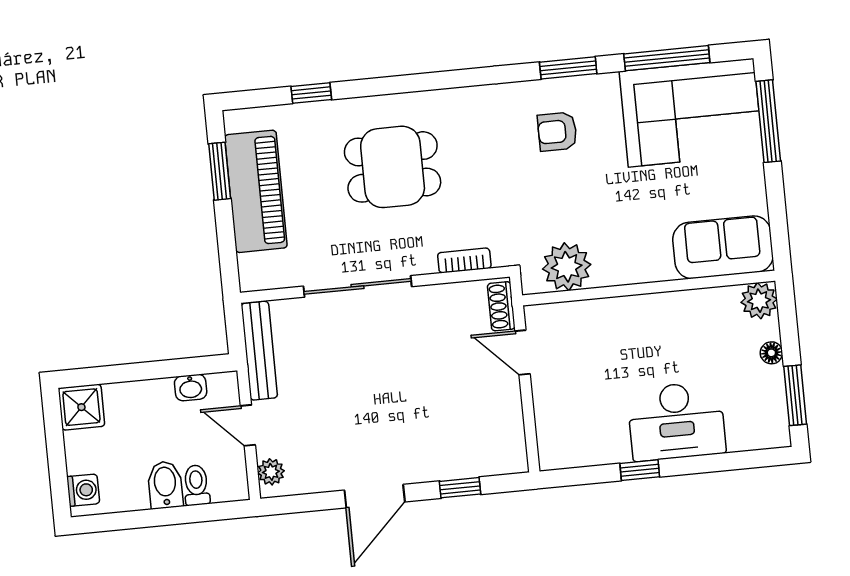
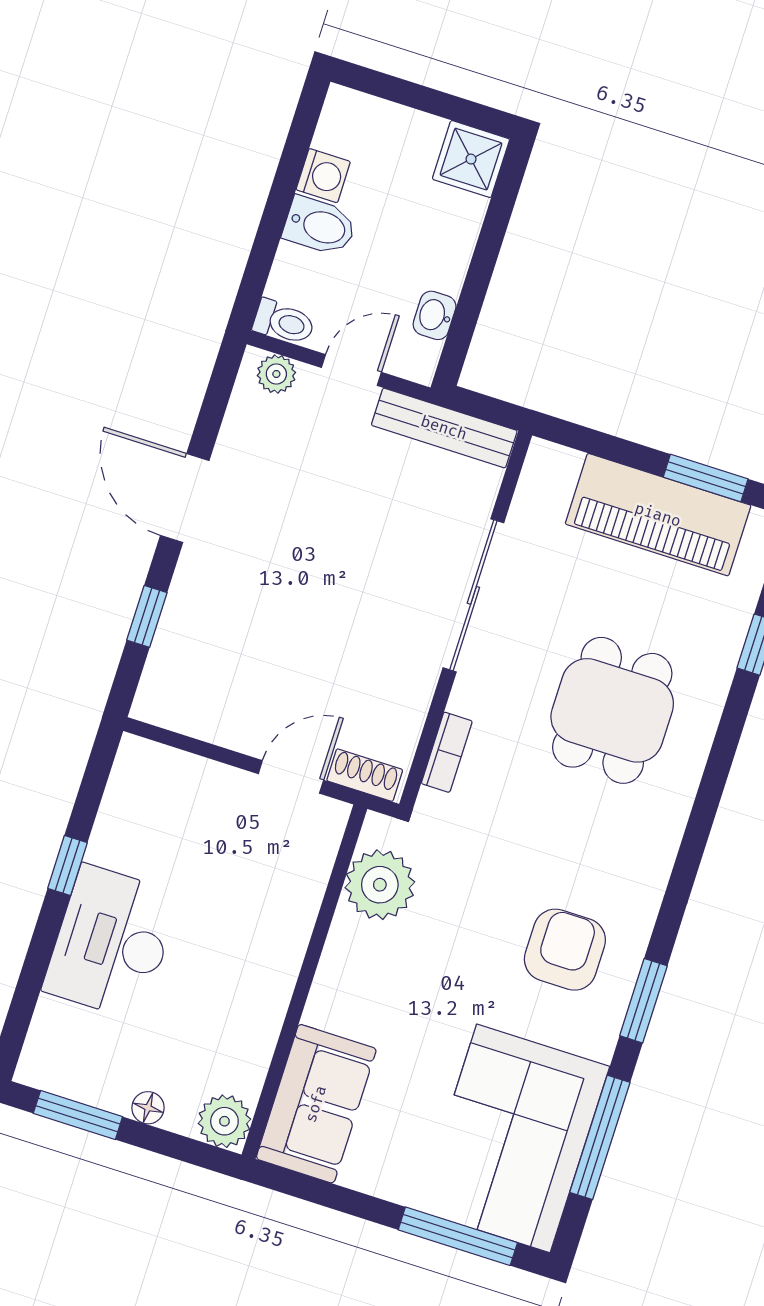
armchair: (557, 132) -> (565, 950), width x1.38, depth x1.38
toilet: (196, 485) -> (284, 322), moved
washing machine: (83, 490) -> (323, 176), moved, turned -90

